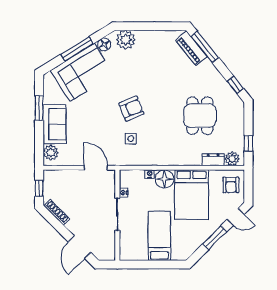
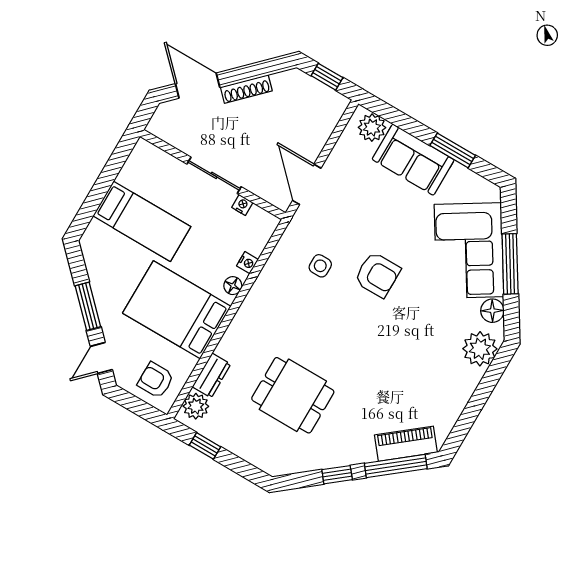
window: (235, 85) -> (337, 475), moved
armchair: (131, 109) -> (377, 275), moved, turned -68
door: (96, 168) -> (307, 184), swing flipped
floor lamp: (165, 179) -> (233, 286), width x0.53, depth x0.53
shoe rack: (57, 212) -> (246, 89), moved

